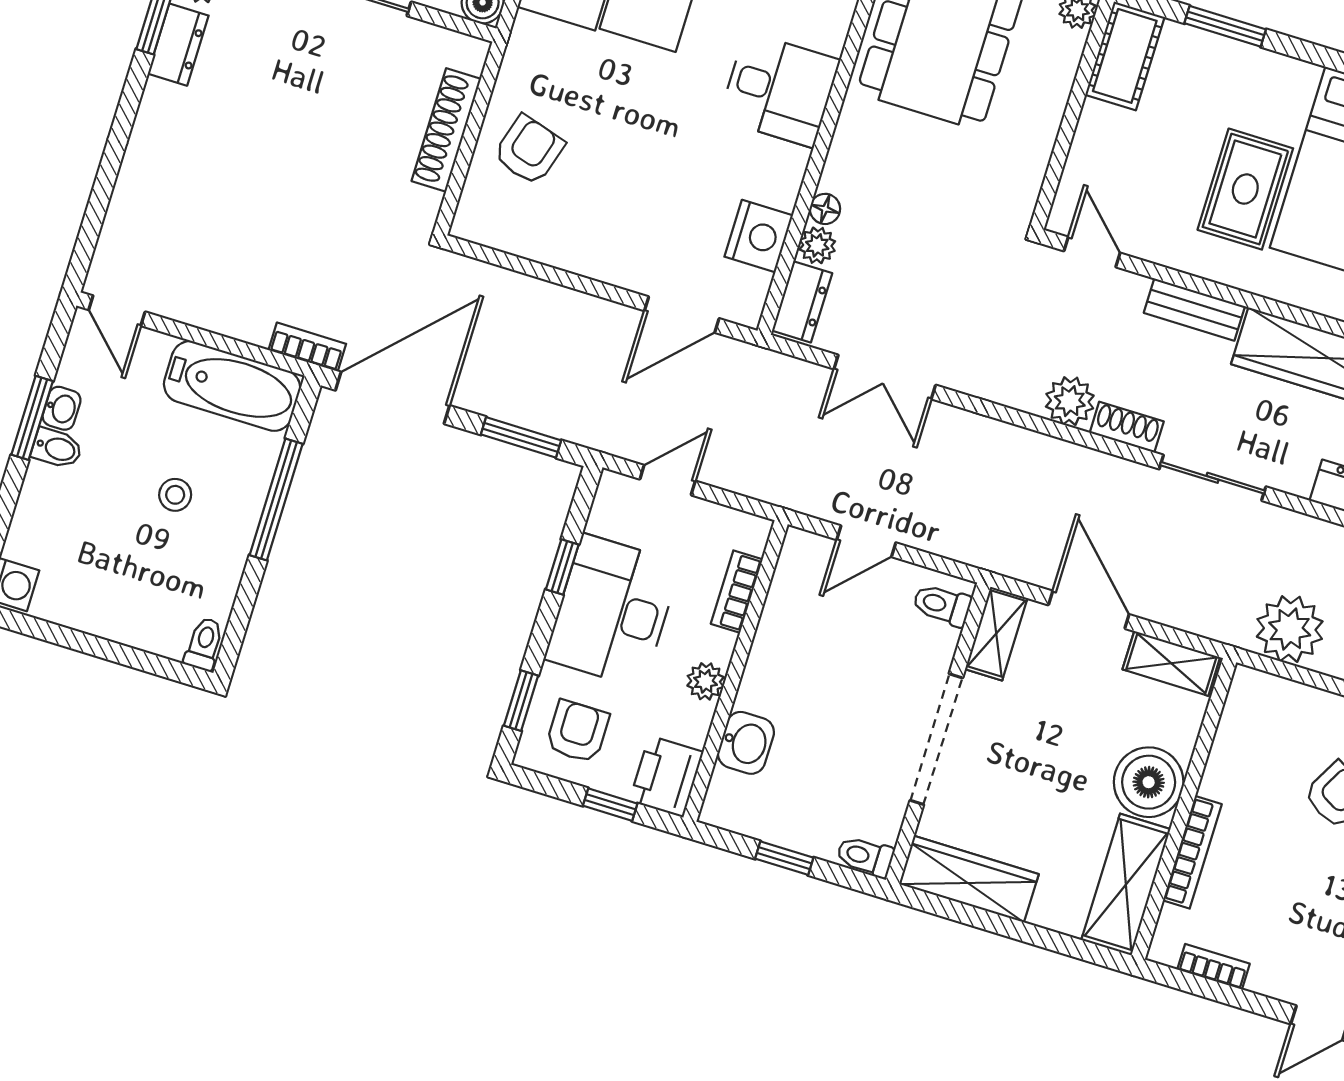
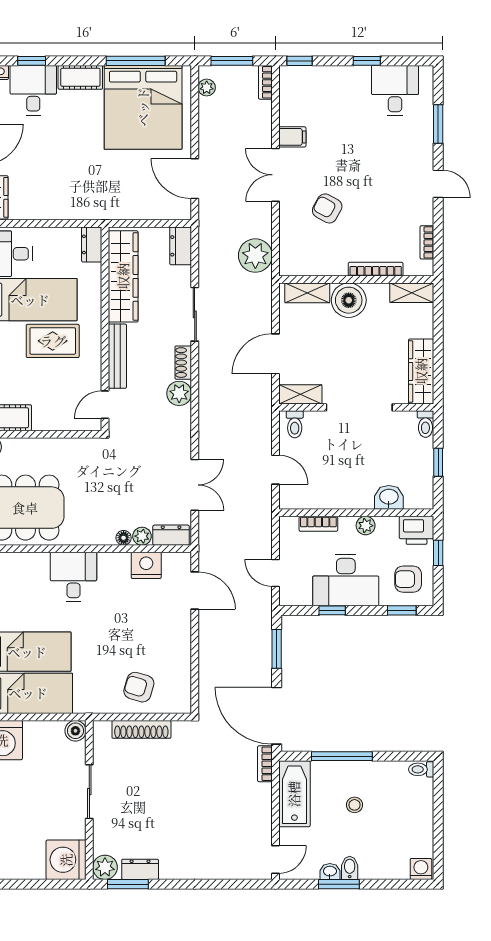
bench: (1194, 309) -> (117, 356), width x1.36
shelving: (1171, 663) -> (307, 293), moved, turned 90
shelving: (1126, 885) -> (412, 293), width x0.67, depth x0.75

